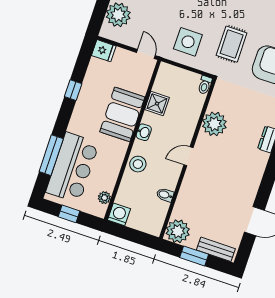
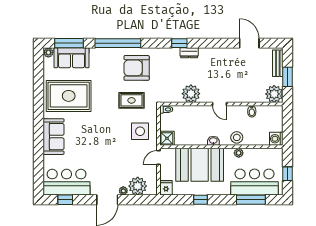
shower: (157, 104) -> (167, 138), moved
booth: (122, 114) -> (200, 165), width x1.36, depth x1.42
plant: (104, 198) -> (239, 153), moved

